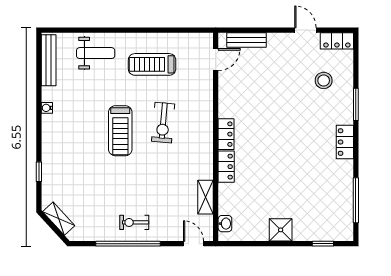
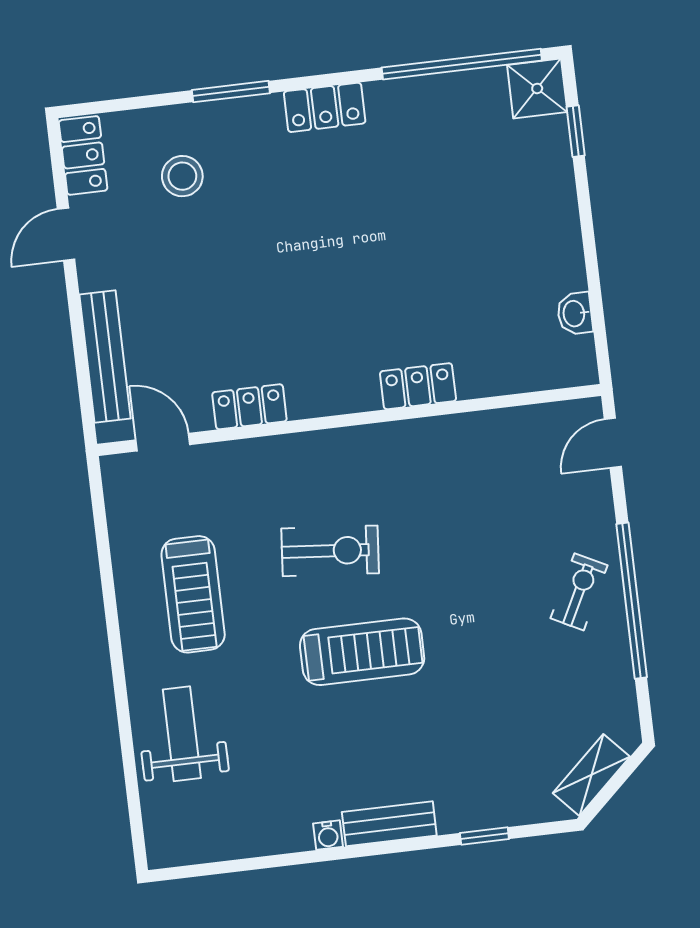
bench: (247, 40) -> (105, 356), width x1.36
bench: (49, 60) -> (389, 824), moved, width x0.73
locker: (226, 134) -> (249, 407), moved
shelving: (206, 197) -> (498, 427), removed
window: (356, 200) -> (462, 64), width x1.46
exercise bike: (134, 222) -> (579, 592), turned -153
washbasin: (225, 224) -> (575, 314), moved, turned -90
shower: (281, 230) -> (537, 88), moved

